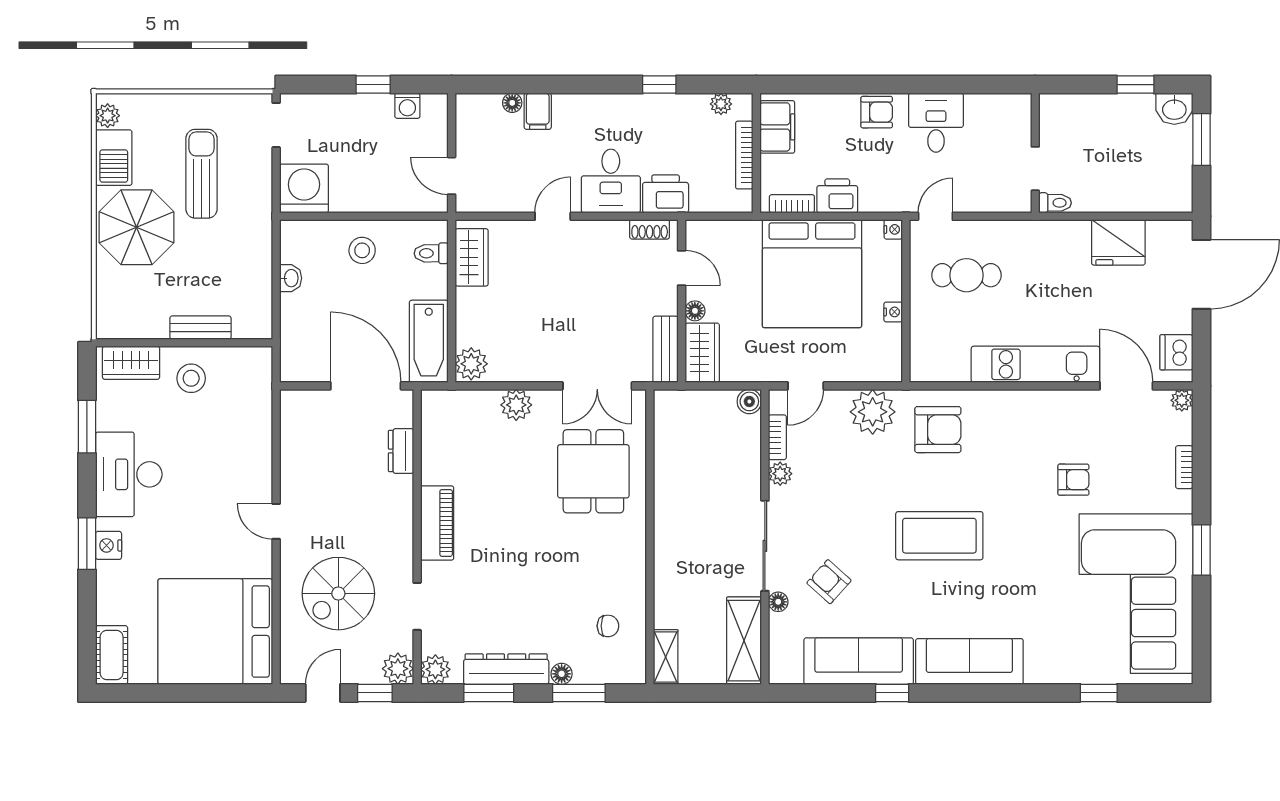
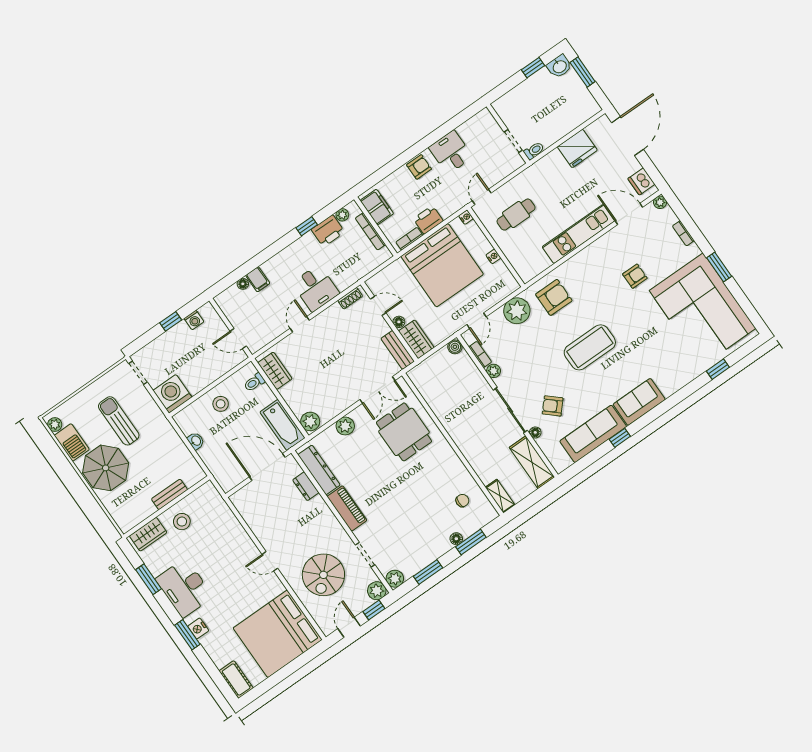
printer: (666, 194) -> (328, 231), moved, turned 180
sofa: (969, 661) -> (639, 402), width x0.73
dresser: (506, 669) -> (319, 470), moved, turned 90

